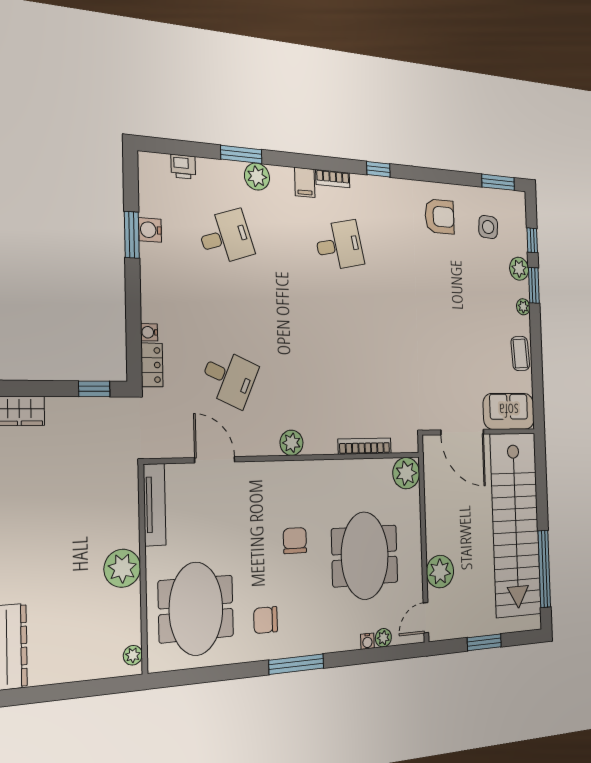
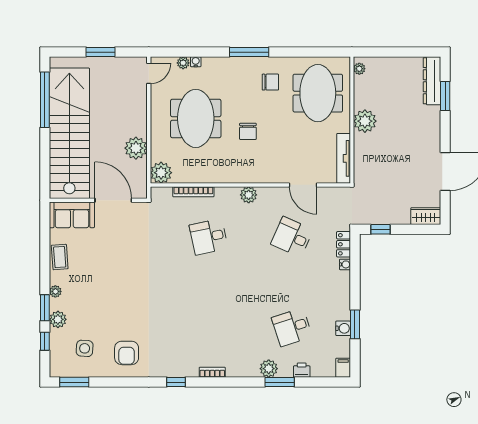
printer: (183, 167) -> (302, 370), moved
filing cabinet: (305, 182) -> (343, 368), moved
armchair: (440, 217) -> (127, 353), turned -90
desk: (339, 245) -> (209, 237), moved
plant: (440, 572) -> (136, 148), moved

